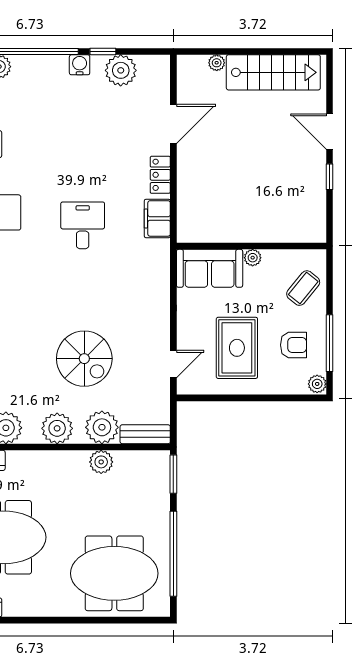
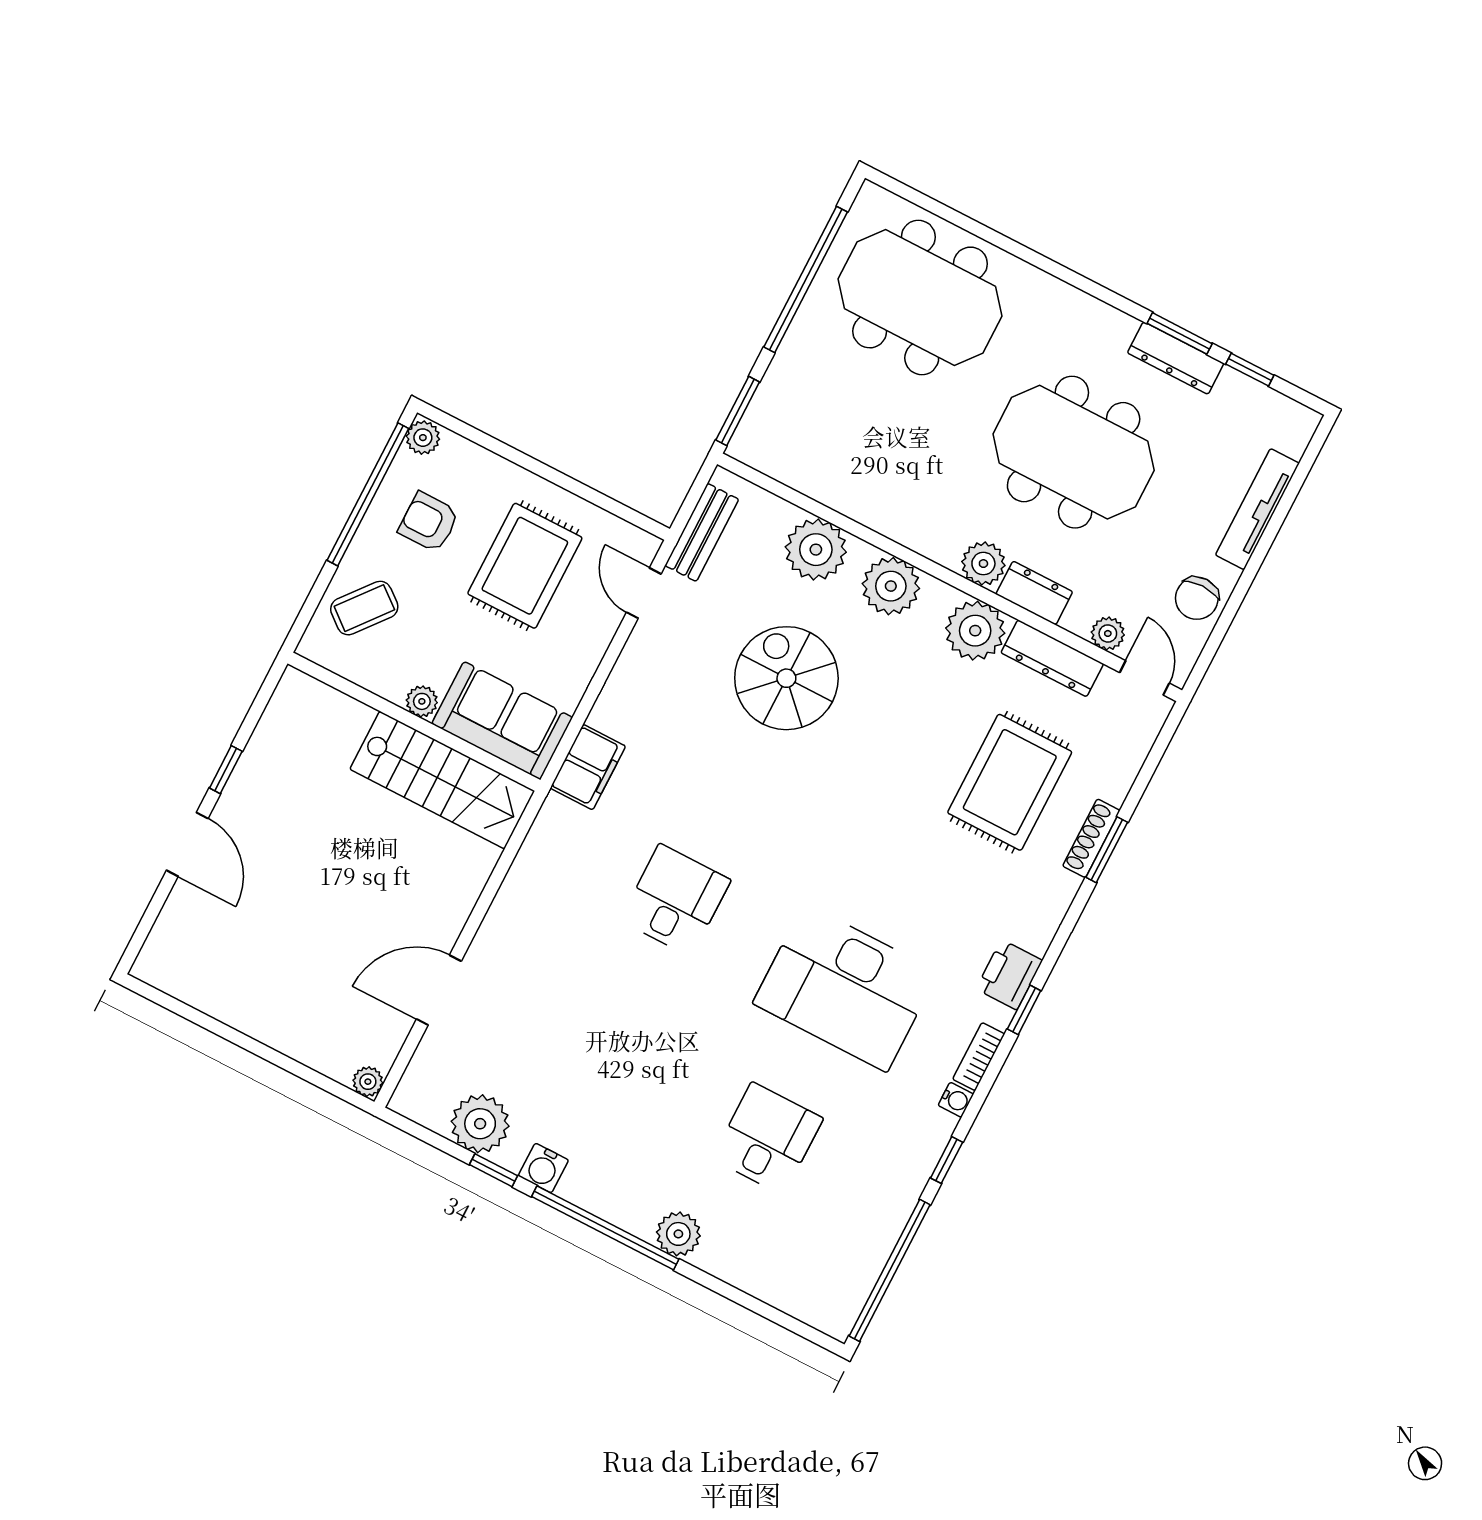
plant: (217, 63) -> (368, 1082), moved
stairs: (273, 72) -> (442, 780), moved, turned 180
locker: (160, 175) -> (504, 917), removed
filing cabinet: (157, 218) -> (588, 767), moved
desk: (83, 225) -> (675, 900), turned 180
window: (329, 343) -> (368, 494), width x1.46
door: (173, 364) -> (644, 593), hinge flipped
bench: (145, 434) -> (702, 532), moved, turned 90
plant: (101, 462) -> (983, 564), moved

